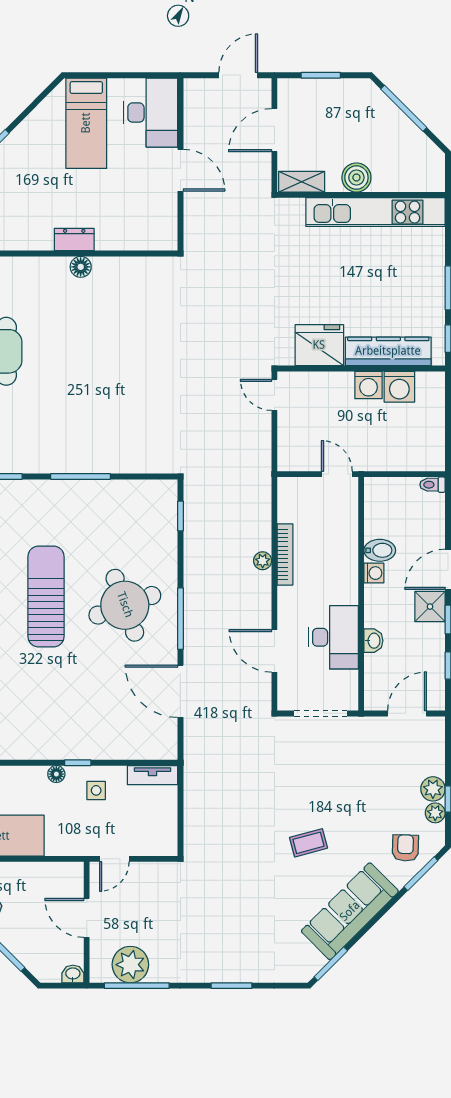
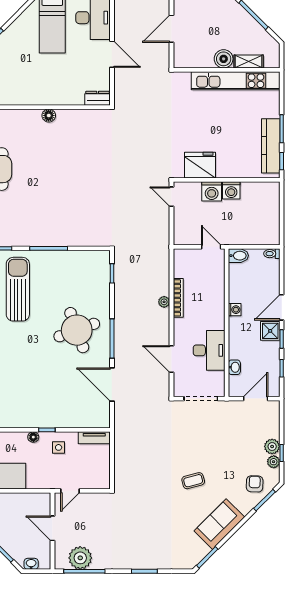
shelving: (302, 182) -> (249, 62), moved
dresser: (74, 240) -> (98, 98), moved
kitchen counter: (388, 351) -> (271, 146), moved, turned -90
washing machine: (399, 387) -> (212, 191), moved
bidet: (380, 550) -> (238, 256), moved
sun lounger: (46, 596) -> (18, 289), moved
washbasin: (373, 641) -> (234, 367), moved
sofa: (350, 911) -> (219, 524), width x0.73
washbasin: (73, 974) -> (31, 564), moved

